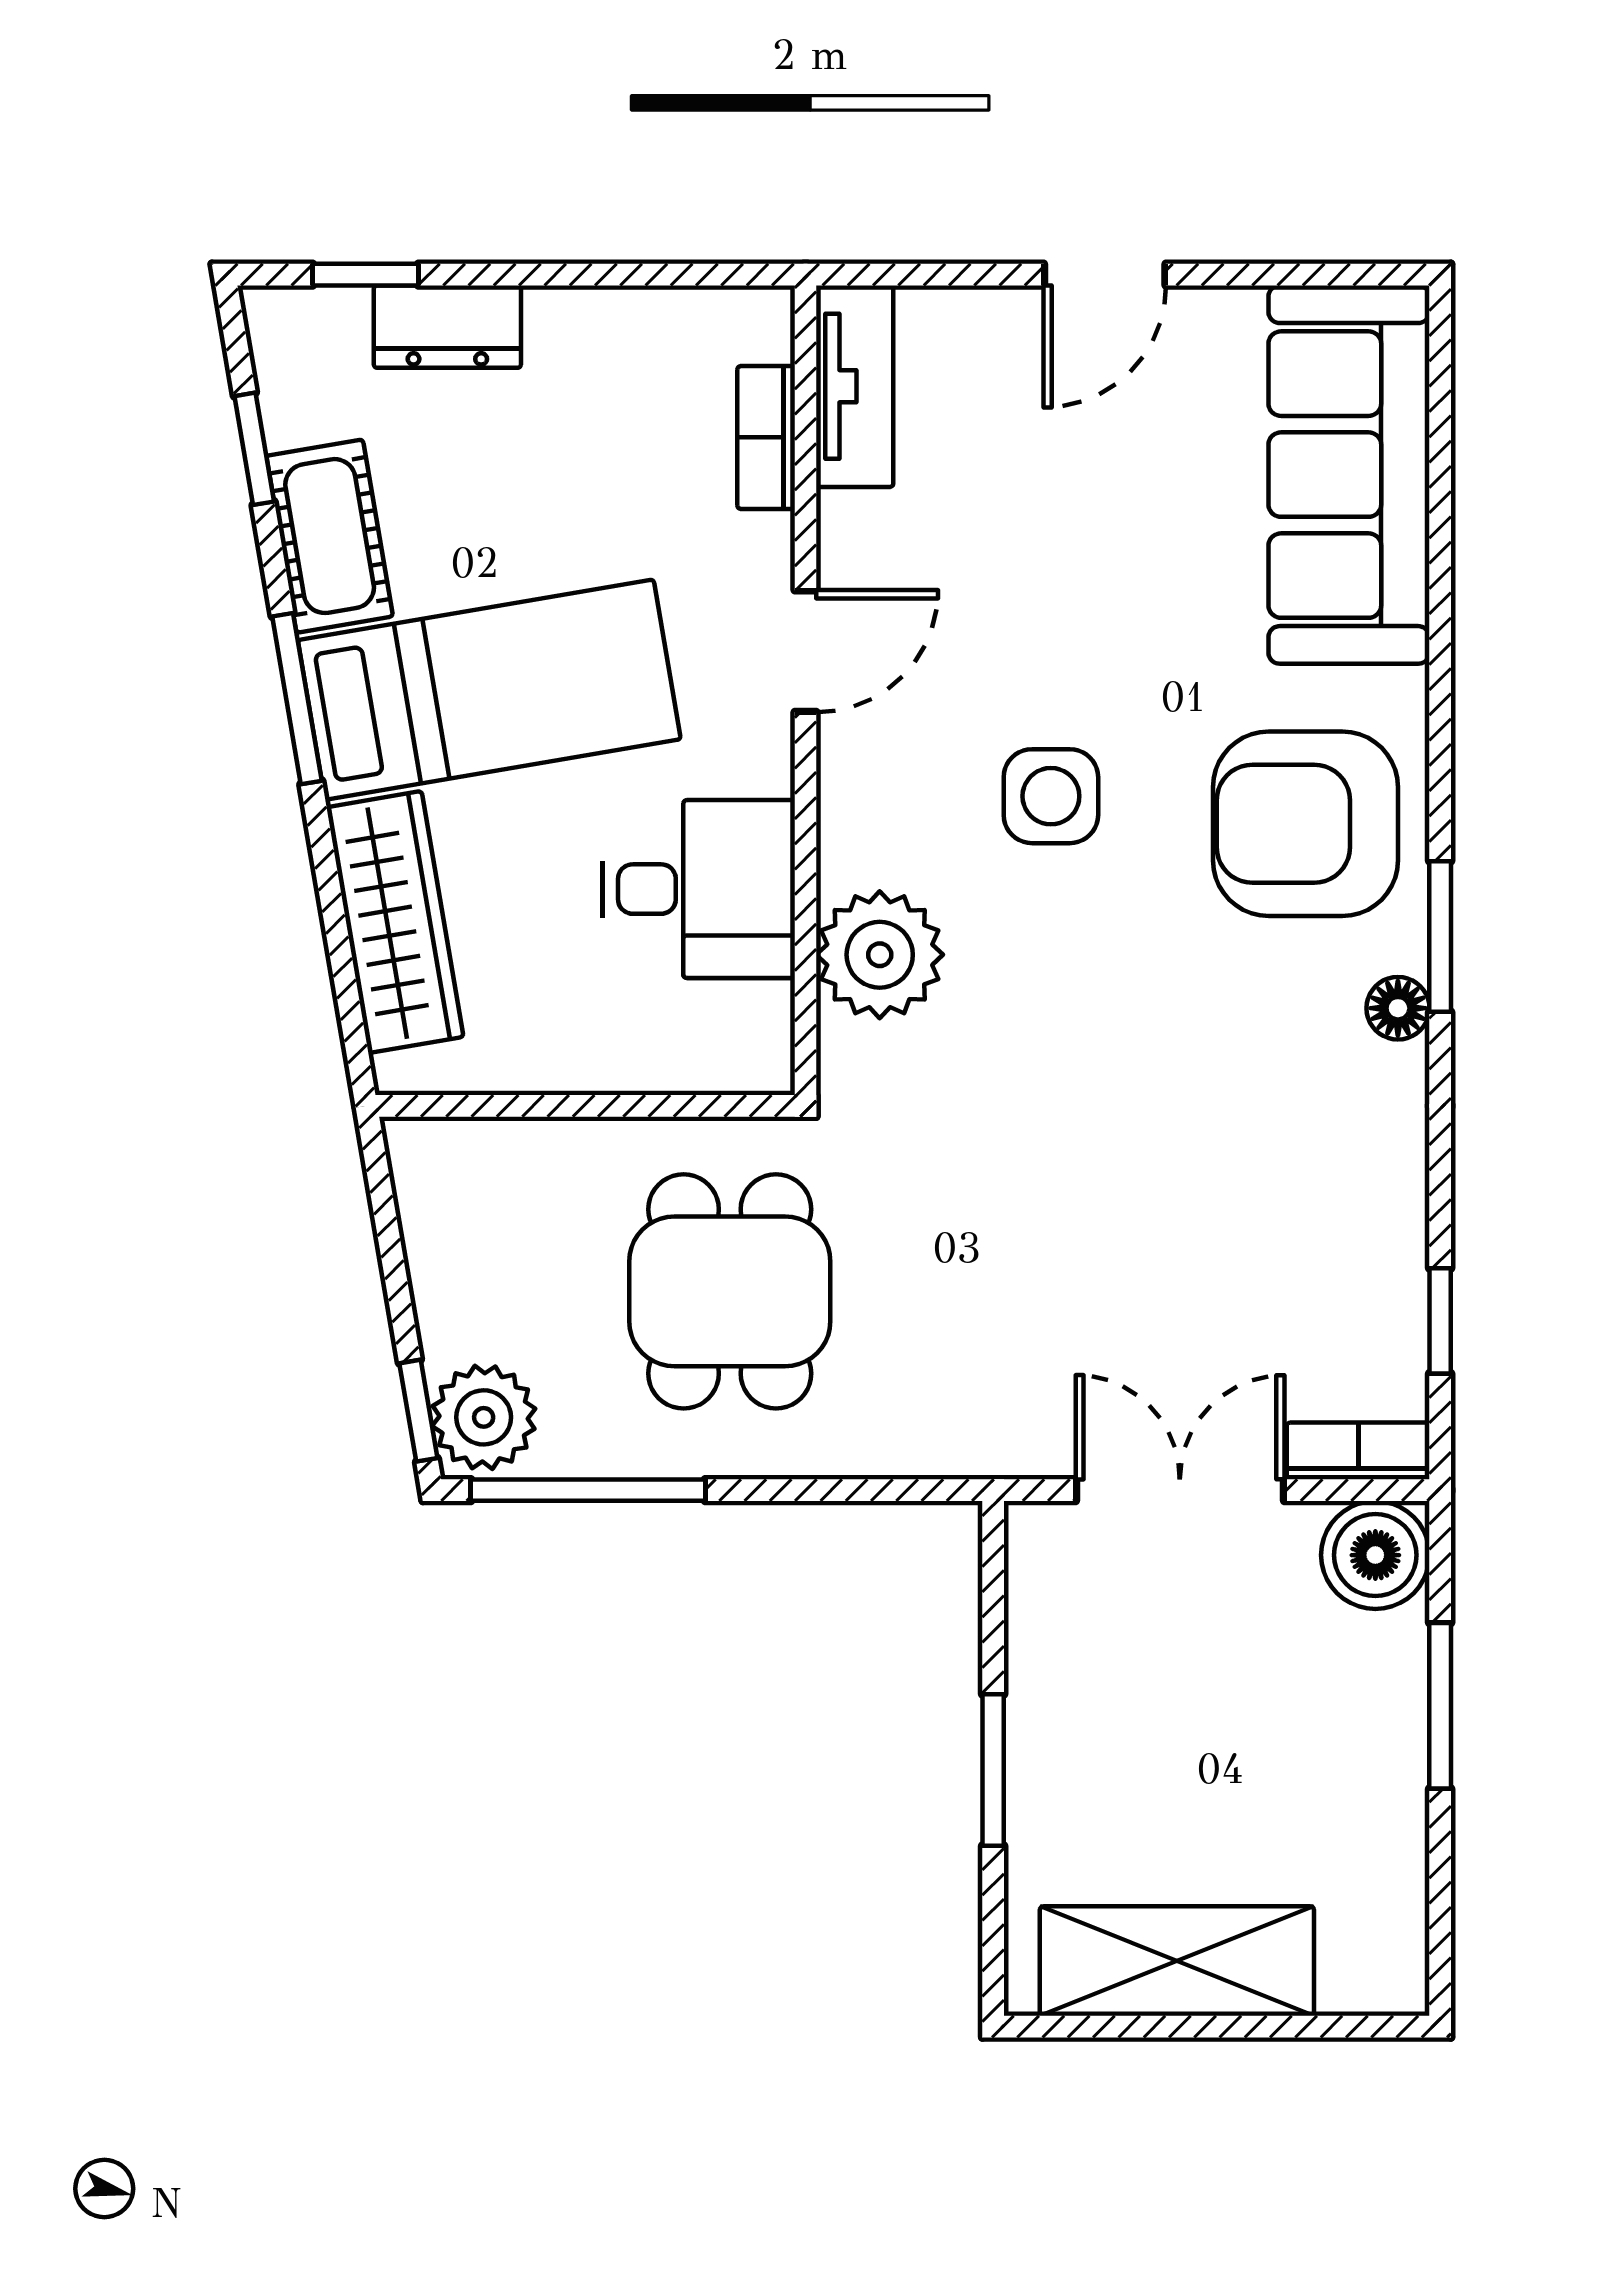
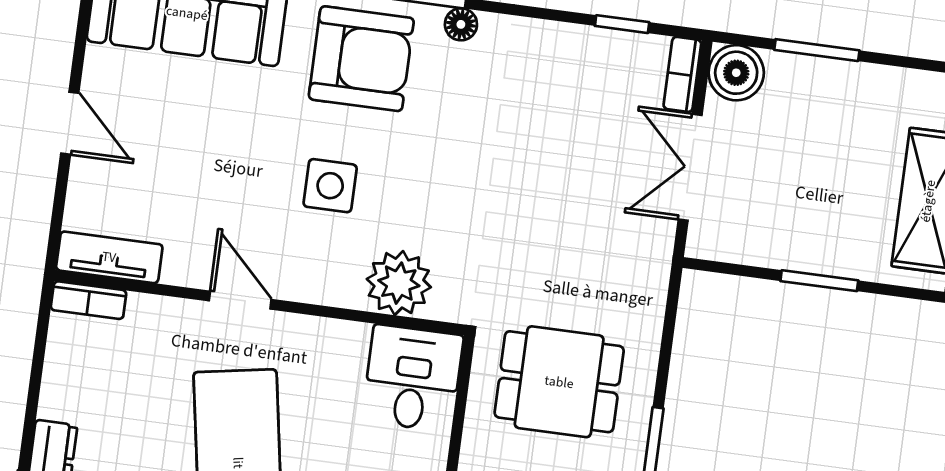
bookcase: (766, 437) -> (89, 300), moved
armchair: (1305, 824) -> (361, 59), turned -90
desk: (699, 889) -> (413, 378), moved

